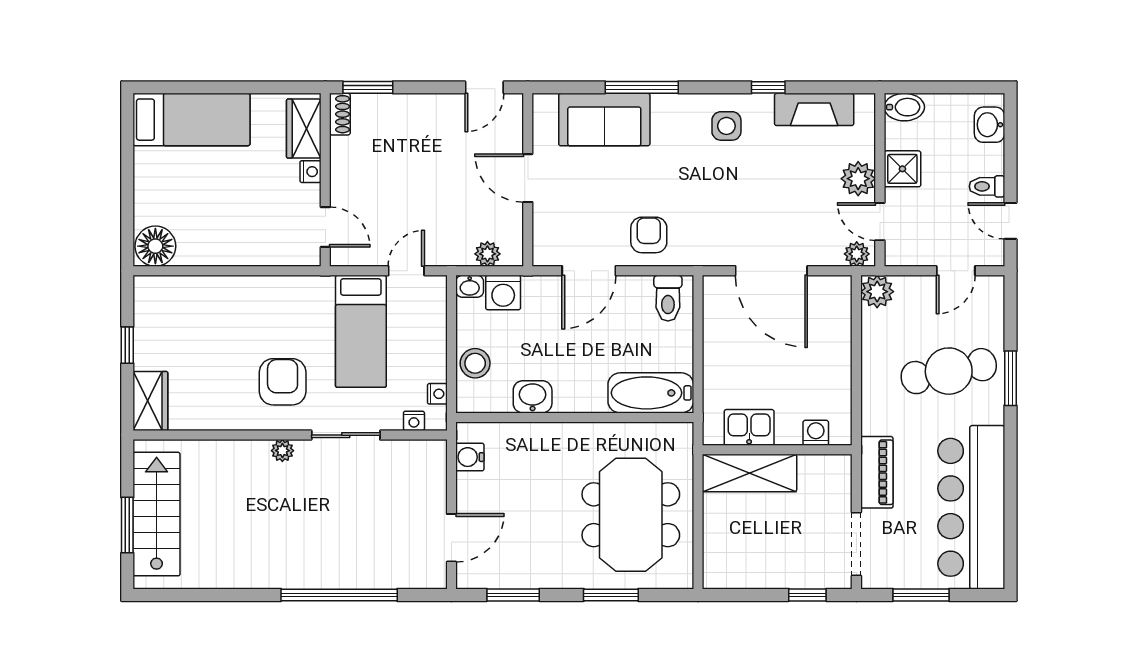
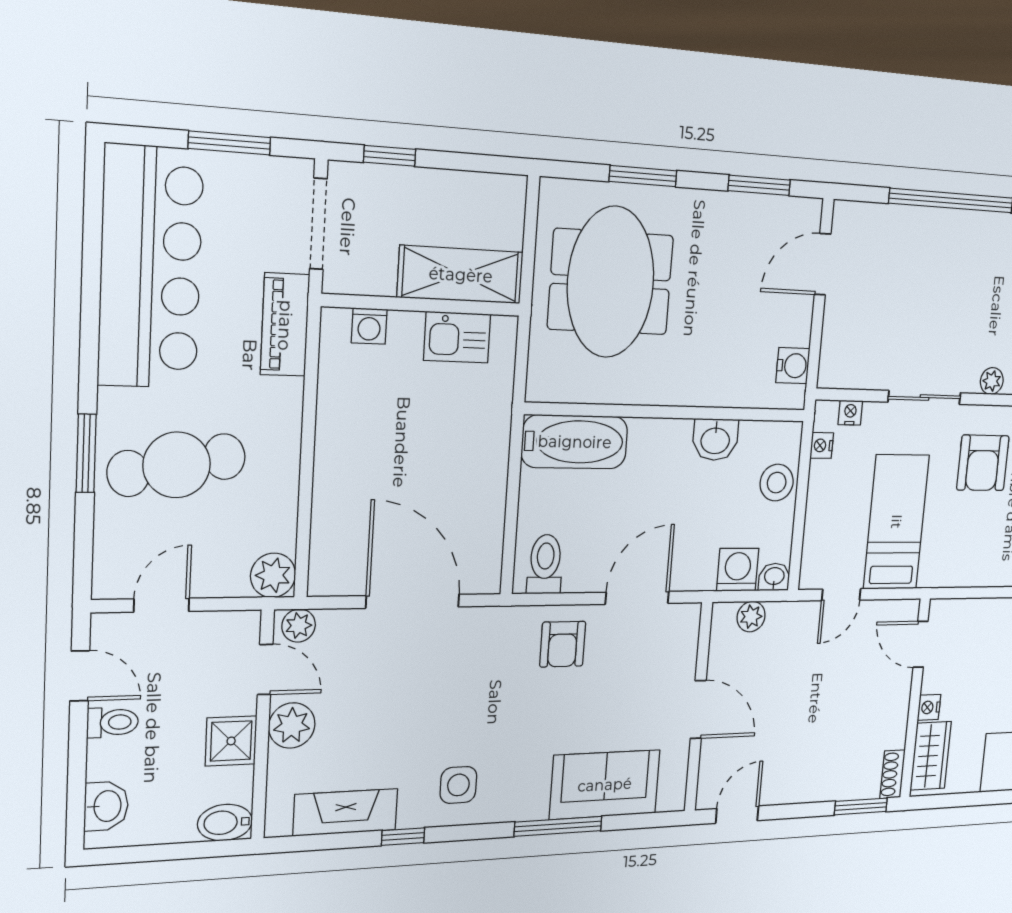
kitchen sink: (749, 427) -> (457, 337), moved
washing machine: (816, 433) -> (369, 326), moved
wall: (777, 450) -> (422, 305), moved
shelving: (749, 473) -> (461, 275), moved

